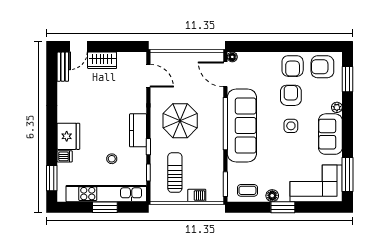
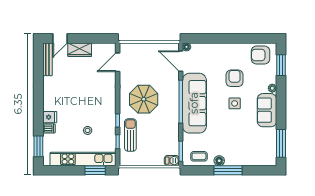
armchair: (293, 66) -> (236, 54), removed
bench: (63, 67) -> (47, 59), width x1.36
door: (148, 76) -> (118, 62), swing flipped
kitchen counter: (138, 130) -> (109, 107), removed
fridge: (68, 136) -> (50, 117), width x0.53, depth x0.75
sun lounger: (175, 173) -> (130, 135), moved
corner sofa: (316, 183) -> (255, 151), removed
barbecue: (197, 196) -> (172, 161), moved
window: (105, 207) -> (95, 170), moved
window: (283, 207) -> (228, 170), width x1.44

